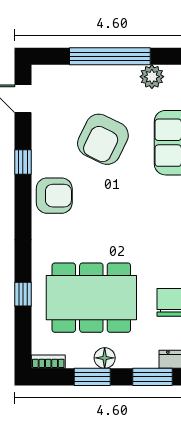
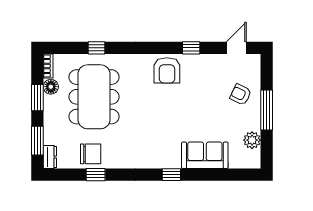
window: (110, 56) -> (267, 110), width x0.68
armchair: (103, 139) -> (241, 95), moved, width x0.53, depth x0.53
floor lamp: (105, 358) -> (51, 87), moved

